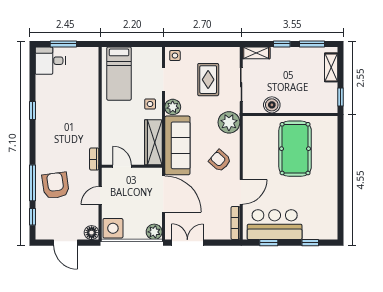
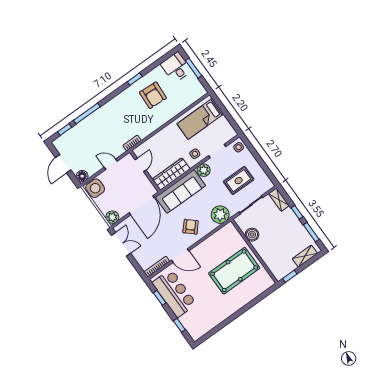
armchair: (56, 185) -> (153, 95), moved, turned 101

